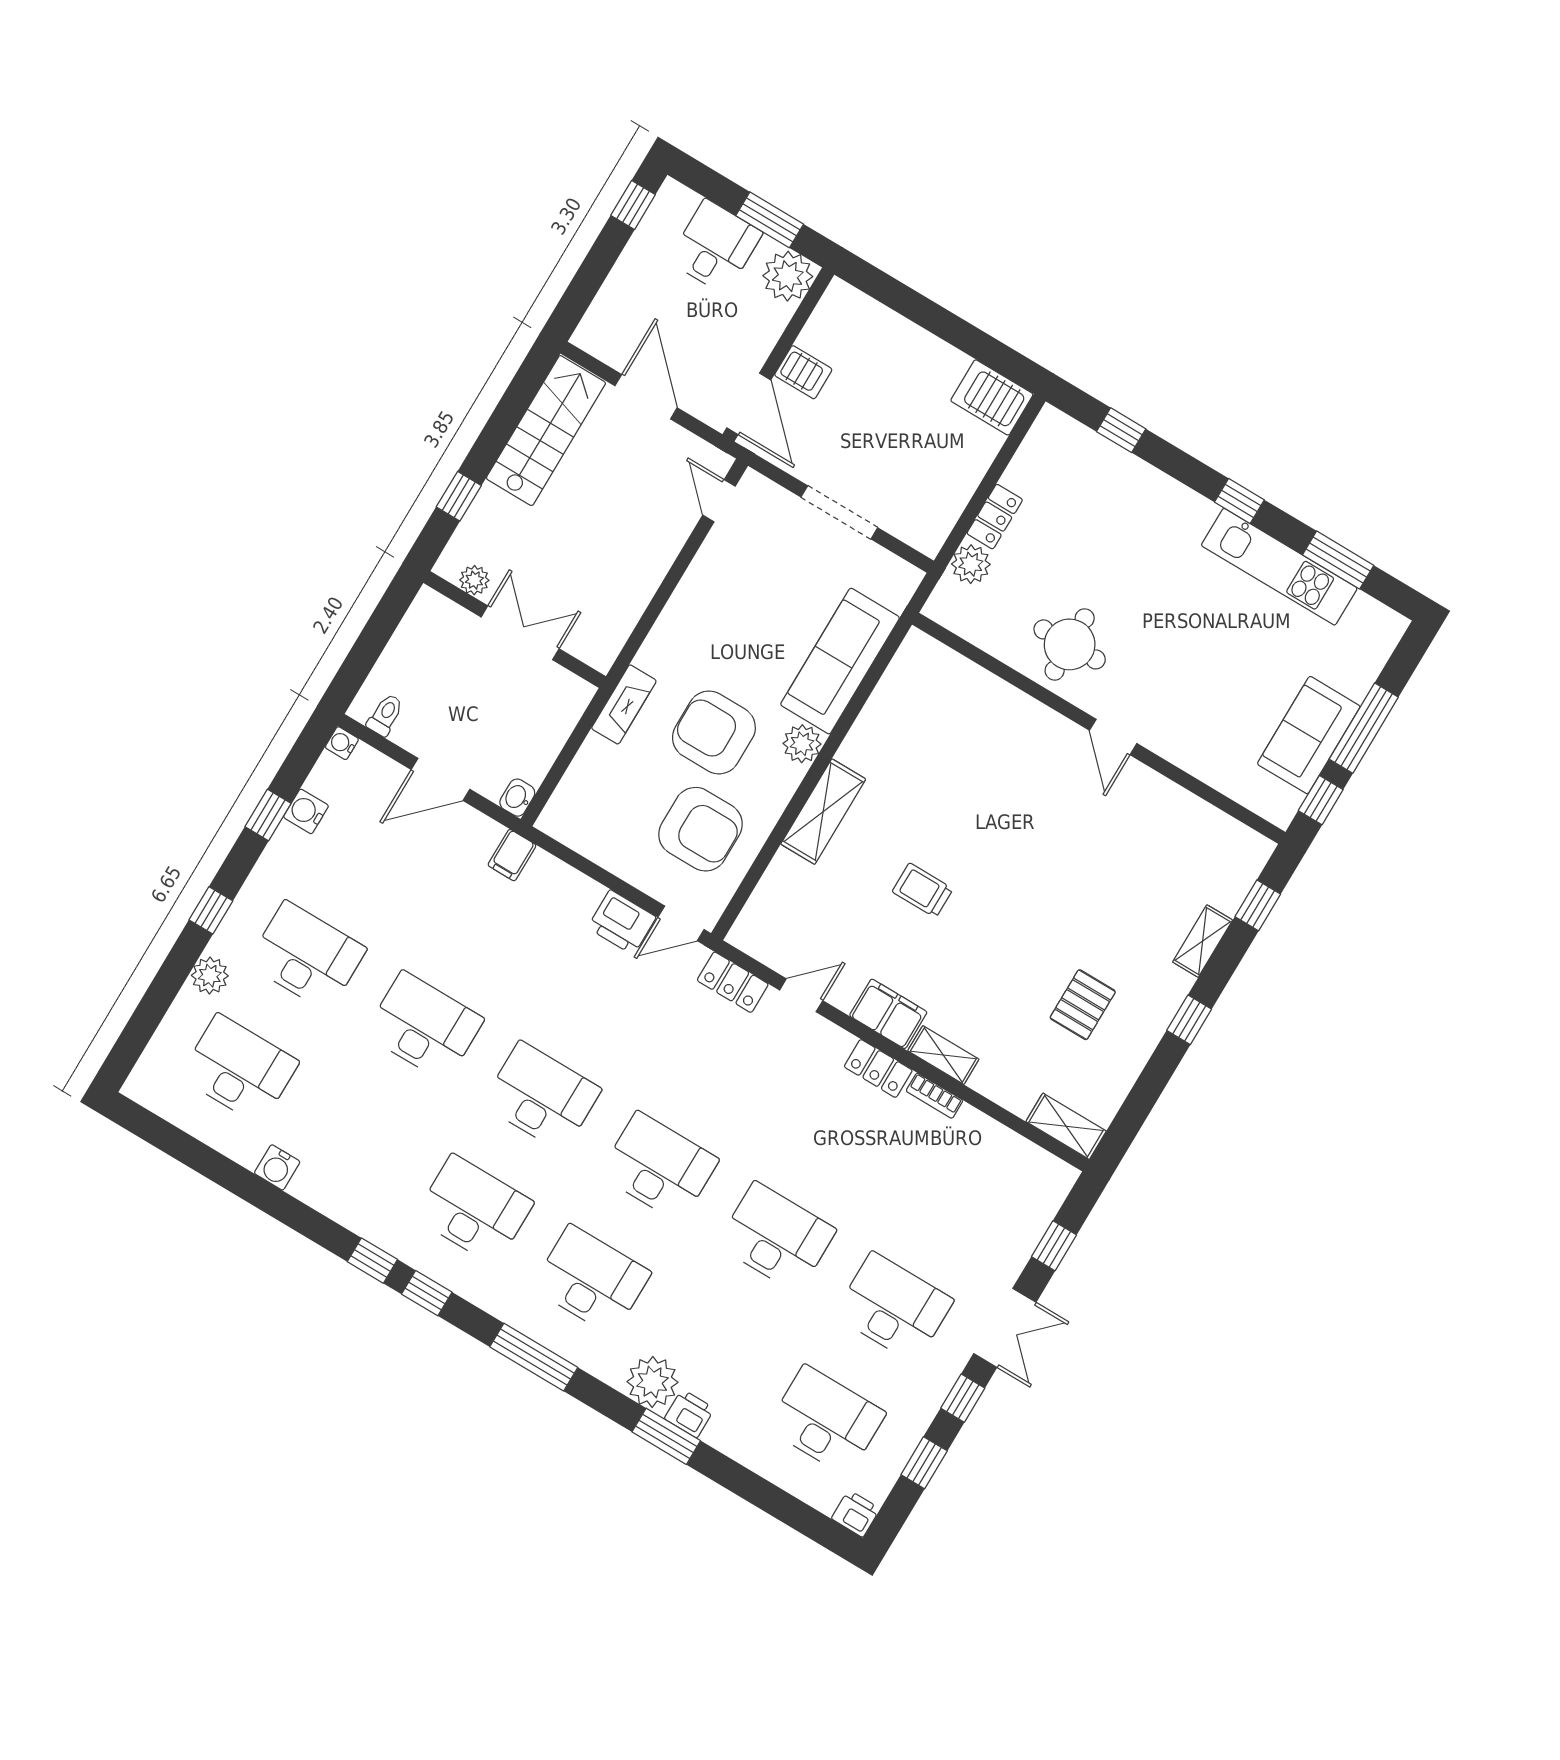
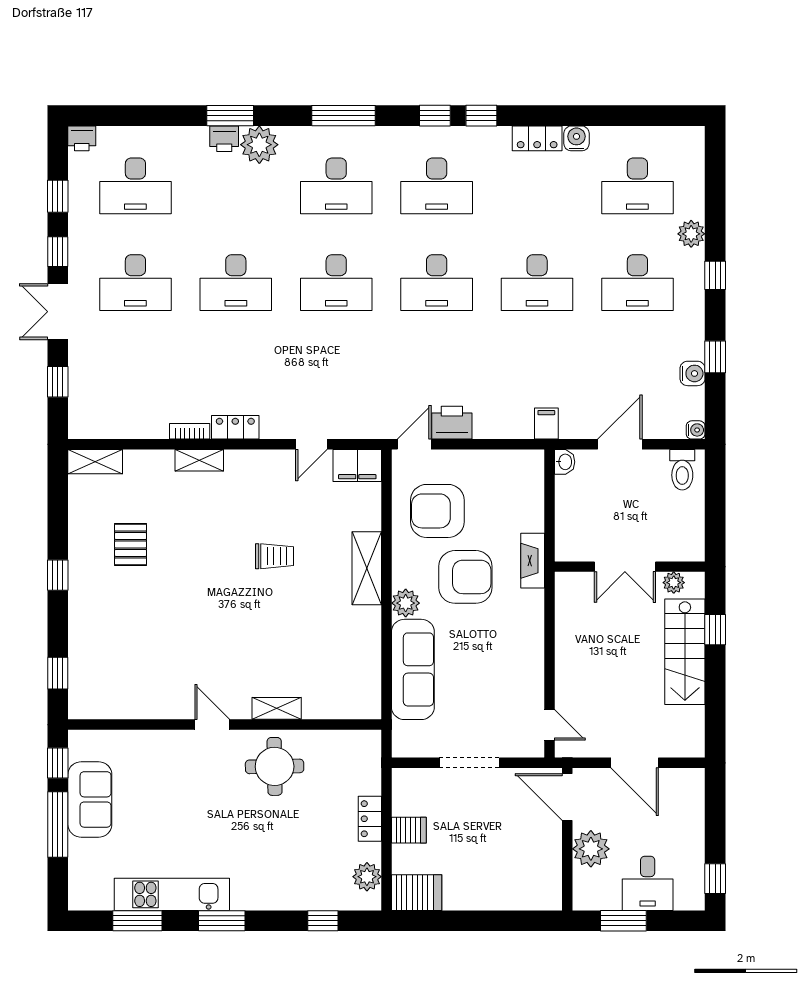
plant: (788, 276) -> (591, 849), moved
server rack: (803, 372) -> (409, 830), moved, turned 180
stairs: (546, 431) -> (685, 652), moved
window: (1239, 501) -> (222, 921), width x1.50
plant: (971, 564) -> (367, 877), moved
toilet: (385, 715) -> (682, 470), width x1.37, depth x1.39
shelving: (1203, 941) -> (277, 708), moved, turned 90
locker: (733, 982) -> (537, 138), moved, turned 180
filing cabinet: (888, 1014) -> (357, 465), moved

